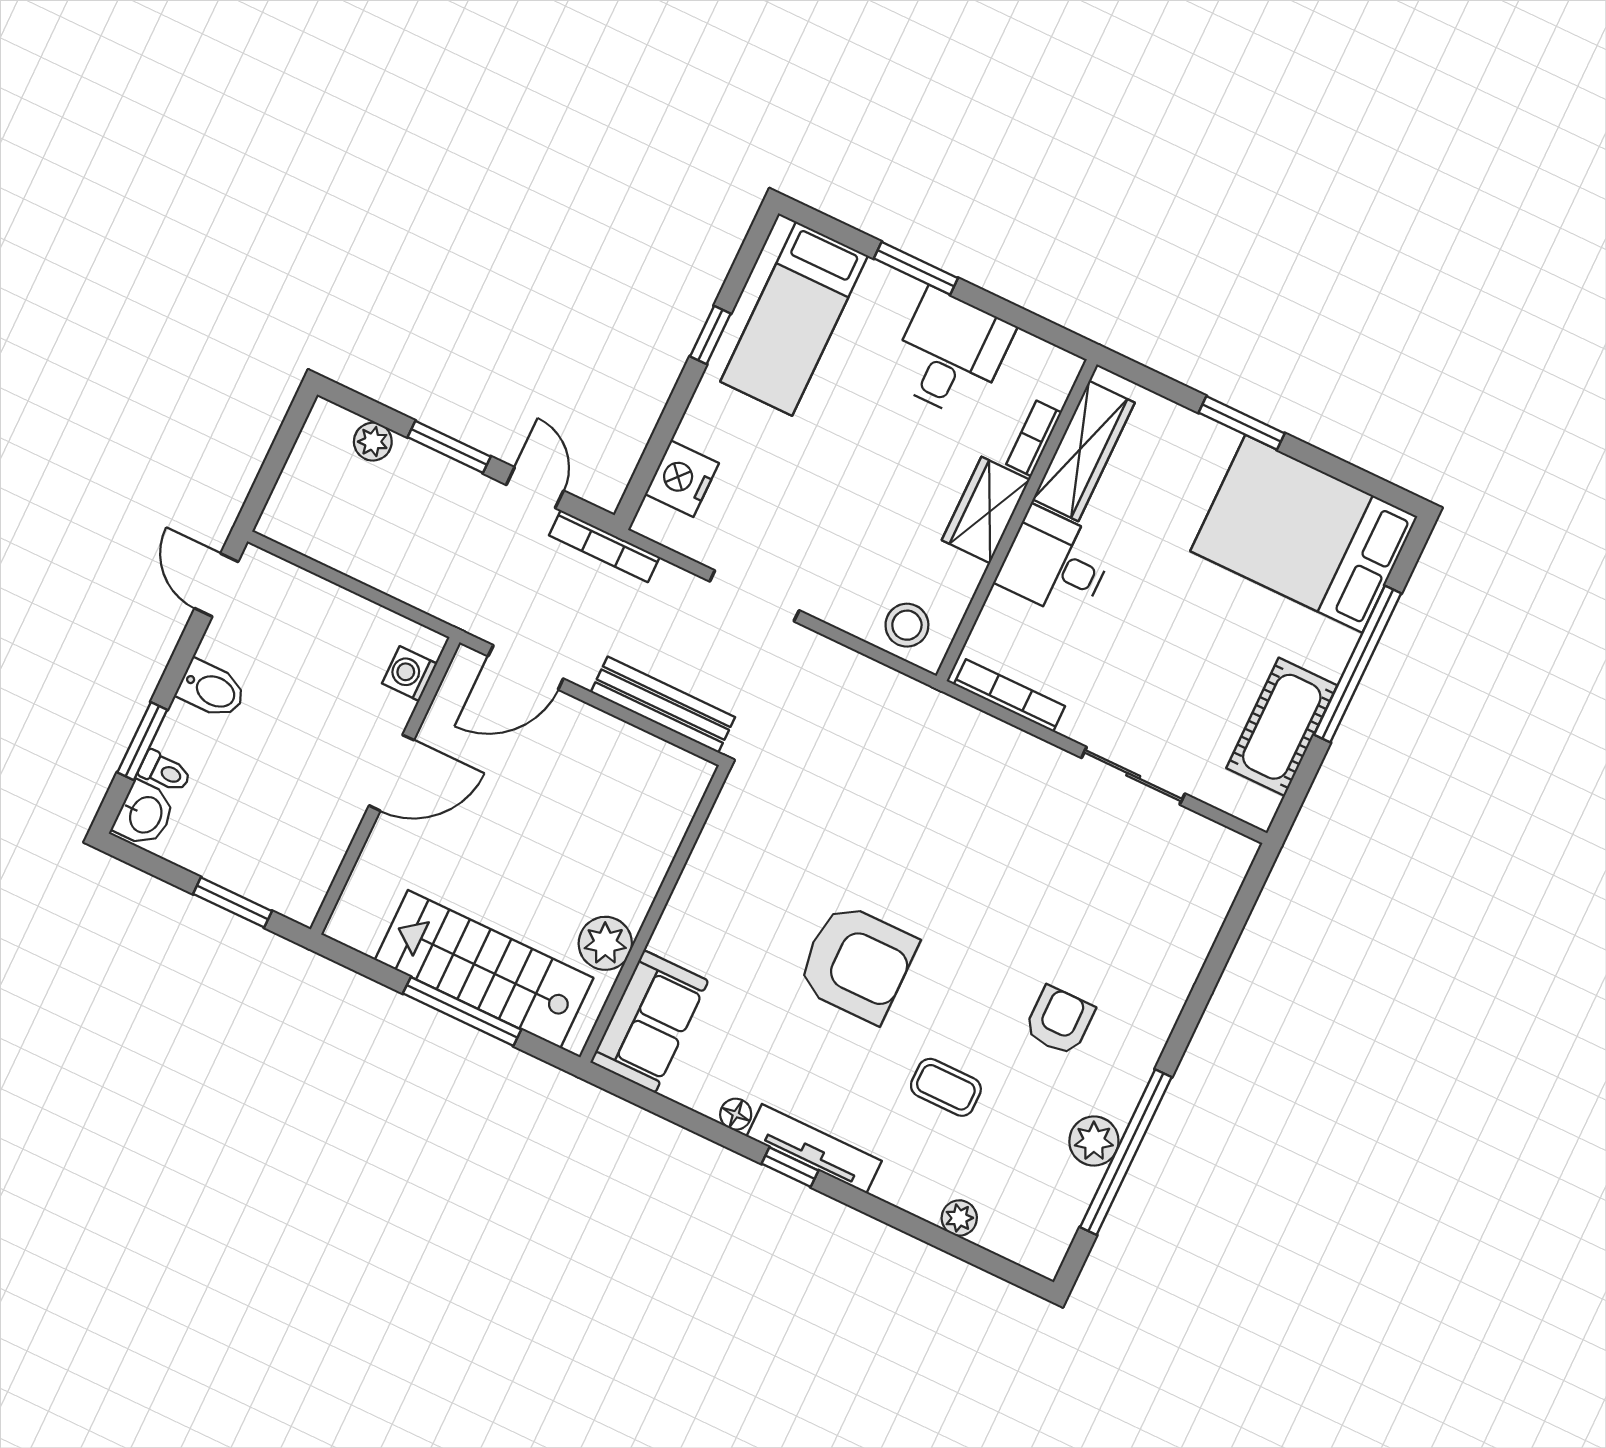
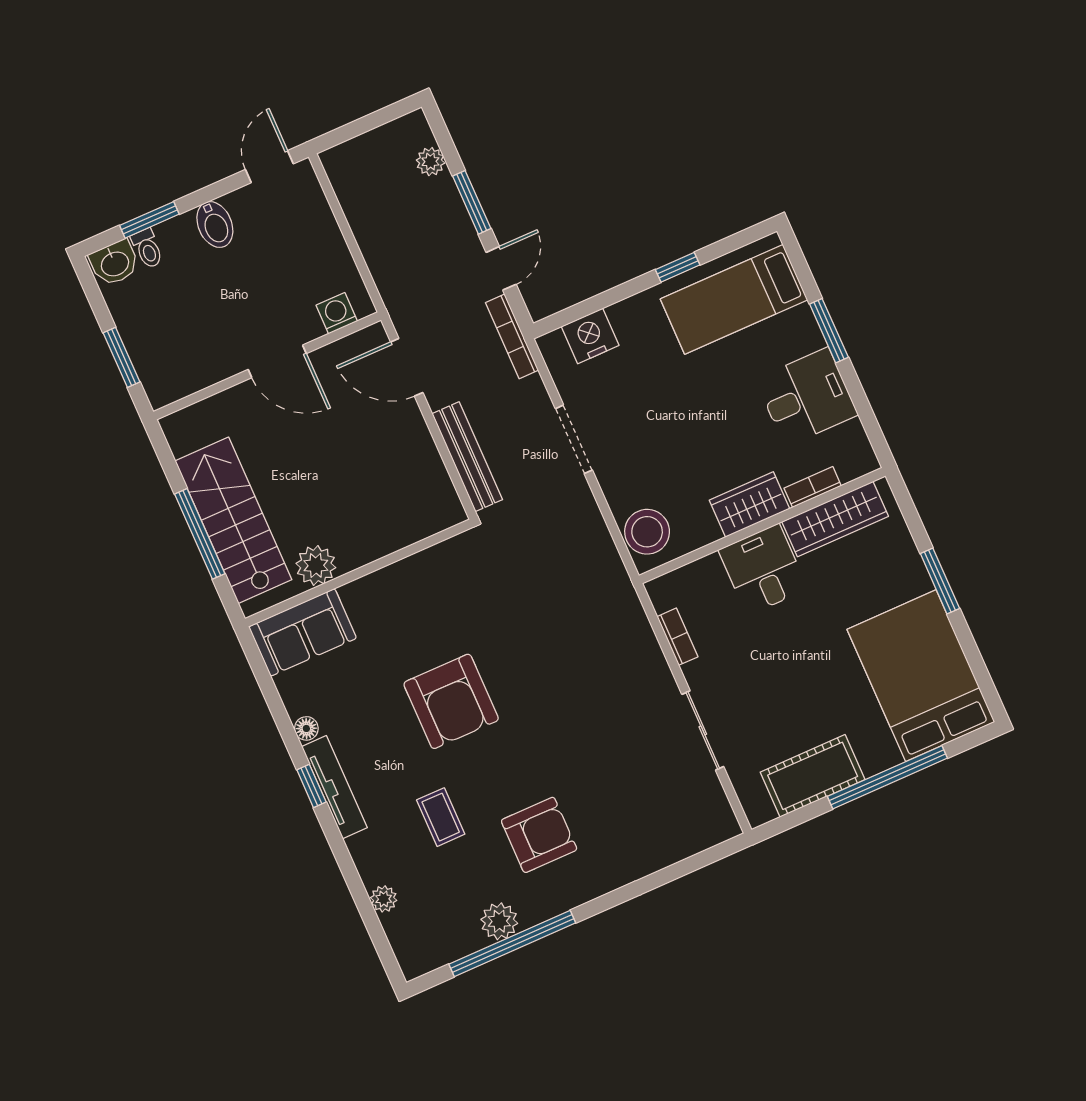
stool: (907, 625) -> (647, 532), width x1.38, depth x1.38
bookcase: (1009, 695) -> (677, 637), width x0.64
armchair: (1059, 1021) -> (539, 835), width x1.38, depth x1.38

